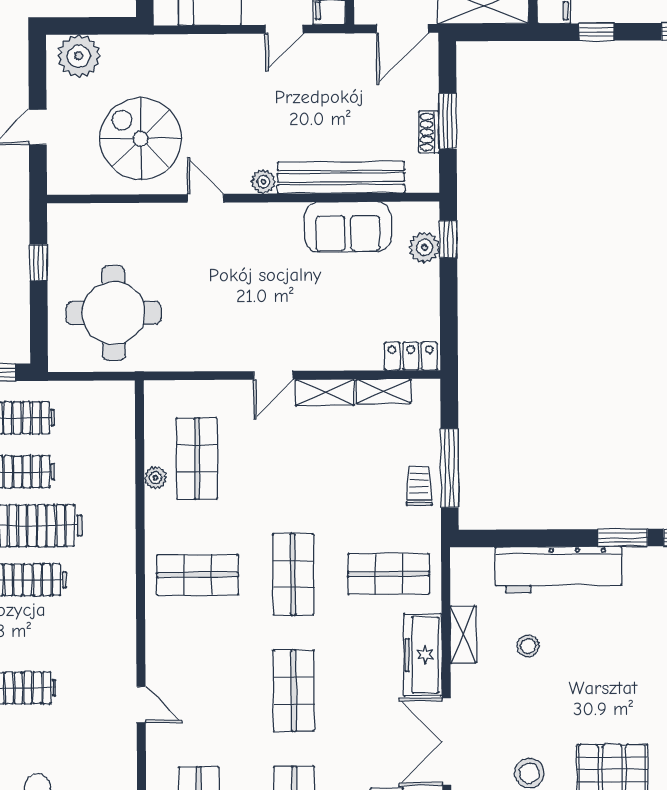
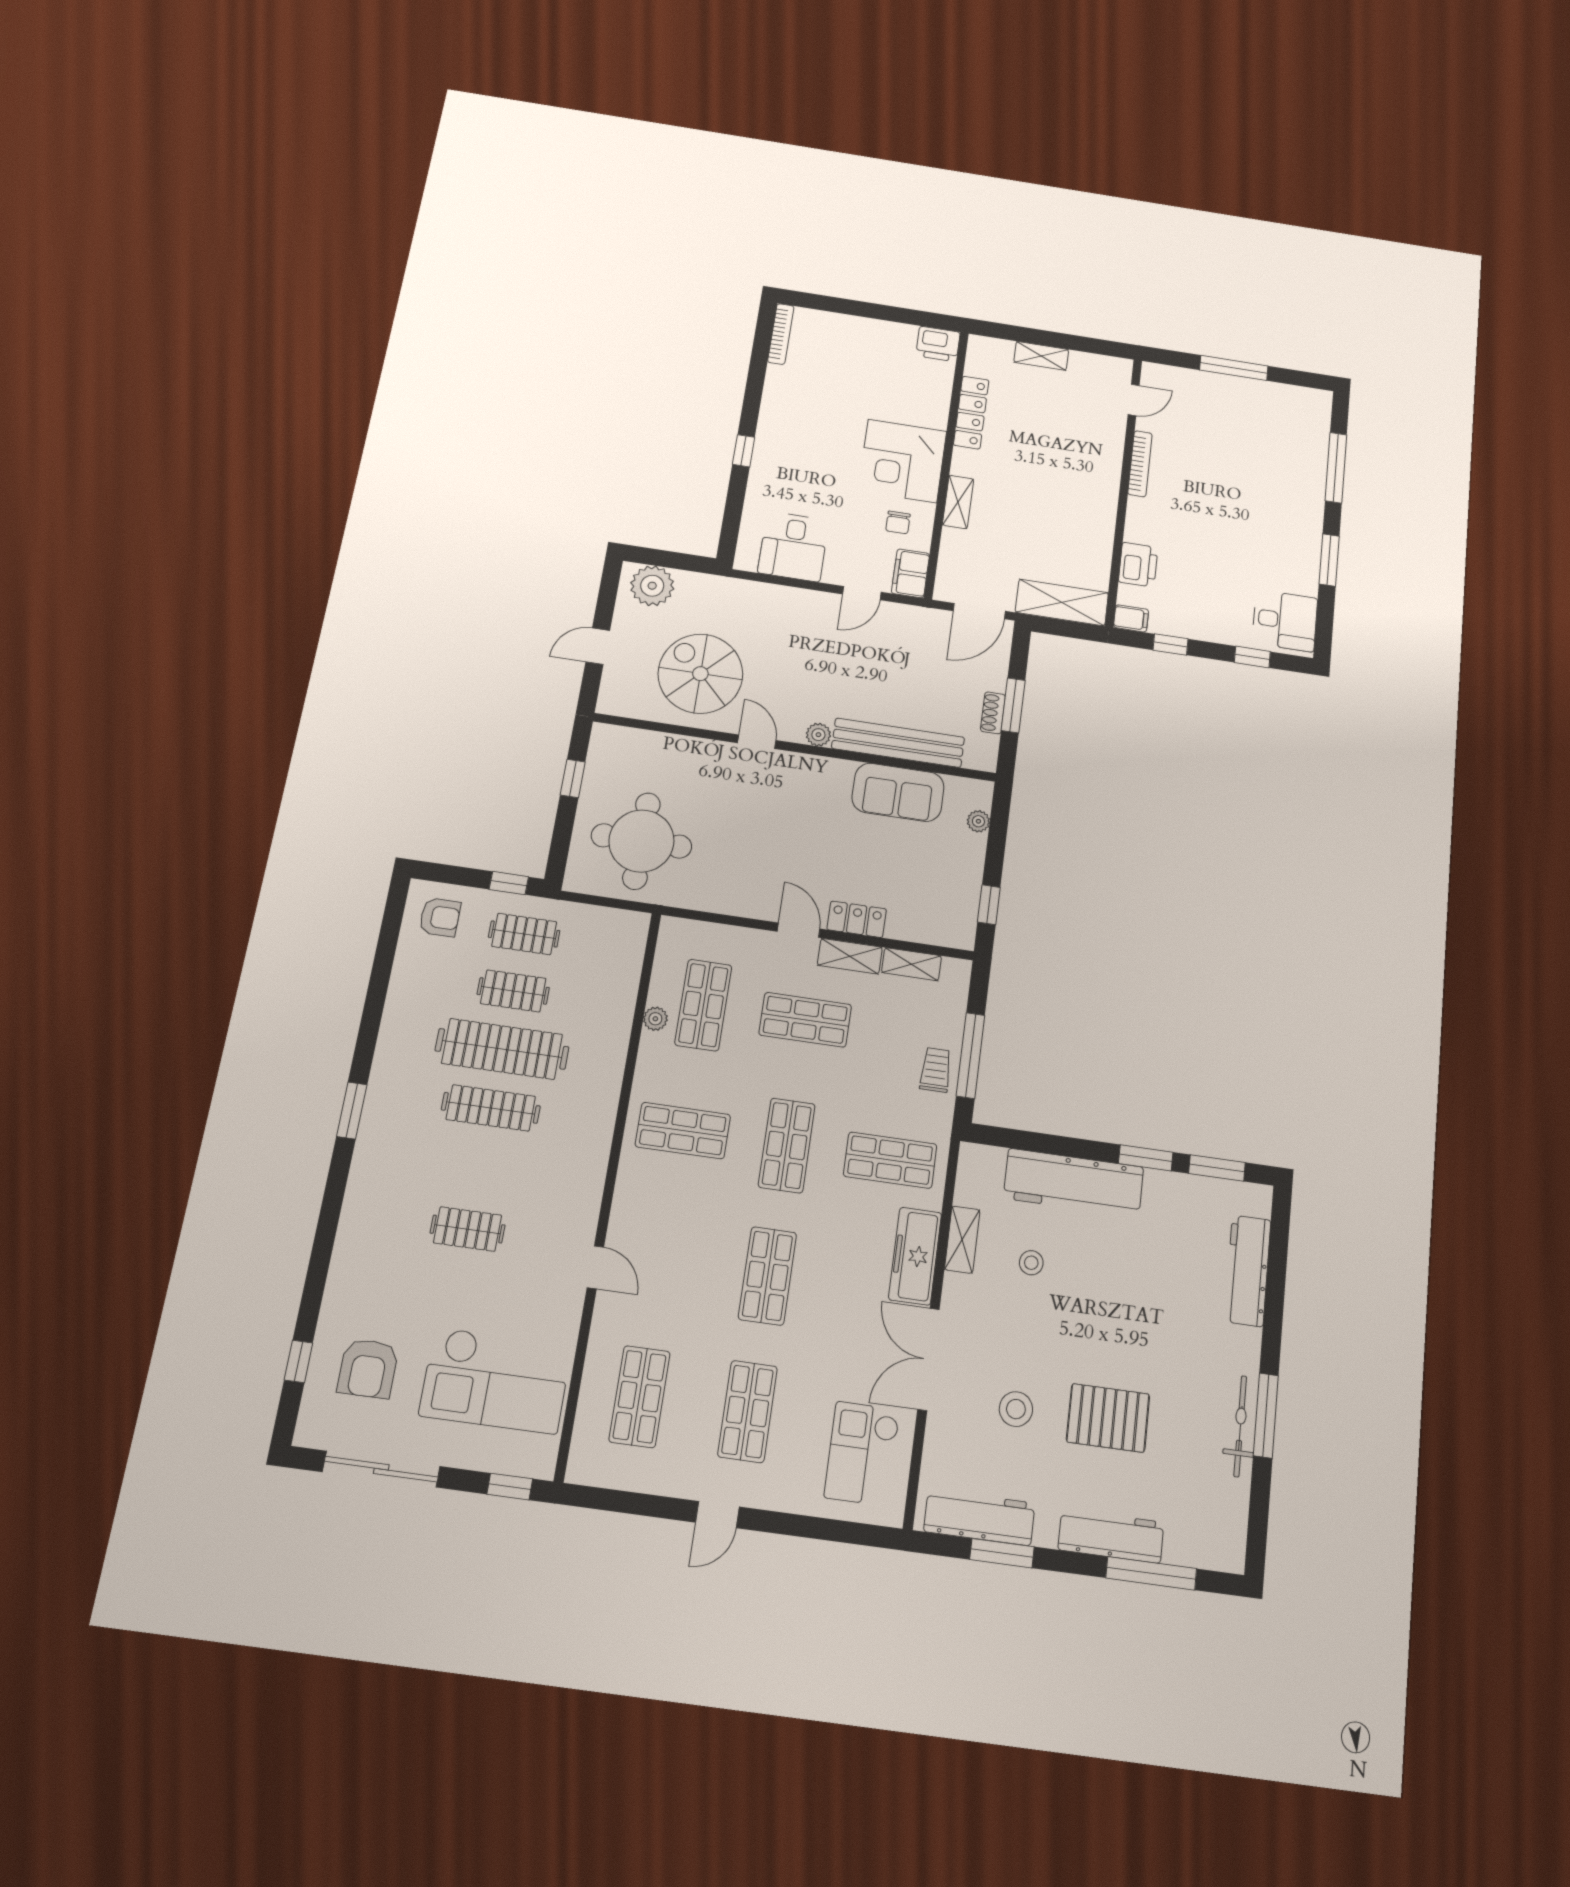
window: (448, 239) -> (989, 905), moved
plant: (424, 247) -> (978, 821), width x0.73, depth x0.73
locker: (411, 356) -> (857, 919), moved
door: (273, 375) -> (798, 930), swing flipped
shop shelf: (292, 458) -> (805, 1020), added

